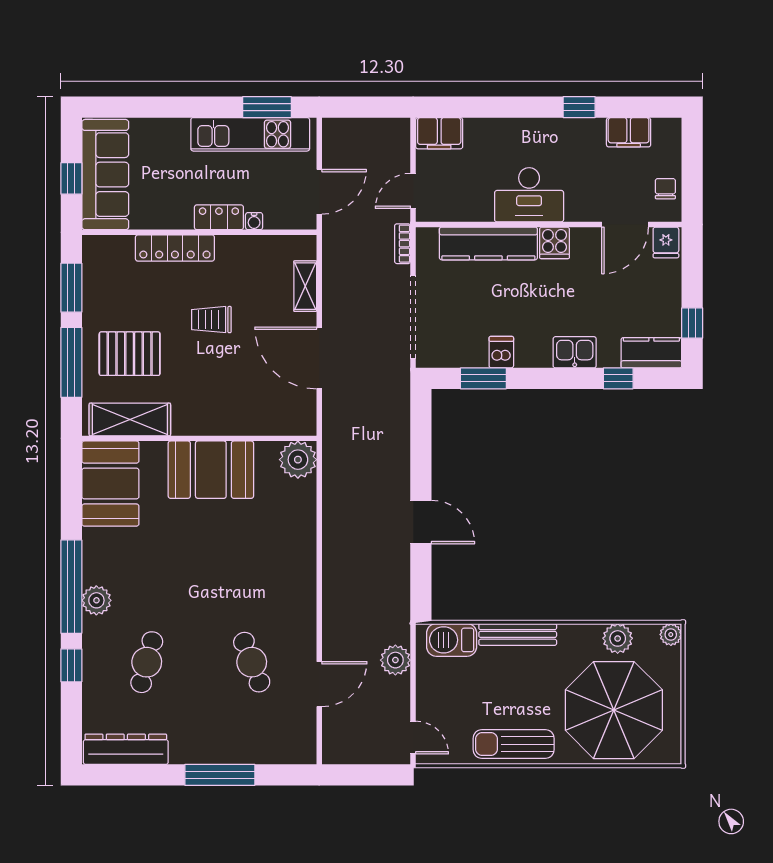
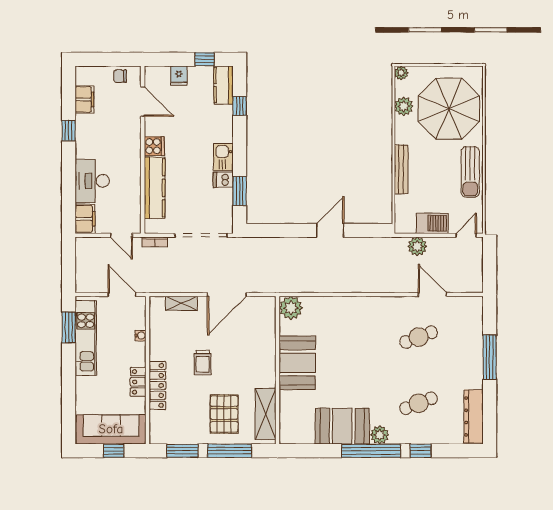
desk: (529, 195) -> (92, 181), moved, turned 180
locker: (219, 217) -> (138, 382), moved
fridge: (666, 242) -> (179, 76), moved, turned 90
kitchen sink: (575, 352) -> (223, 157), moved
booth: (110, 484) -> (342, 426), moved
barbecue: (452, 640) -> (432, 223), moved, turned -90
cafe table: (147, 662) -> (419, 403), turned -36

